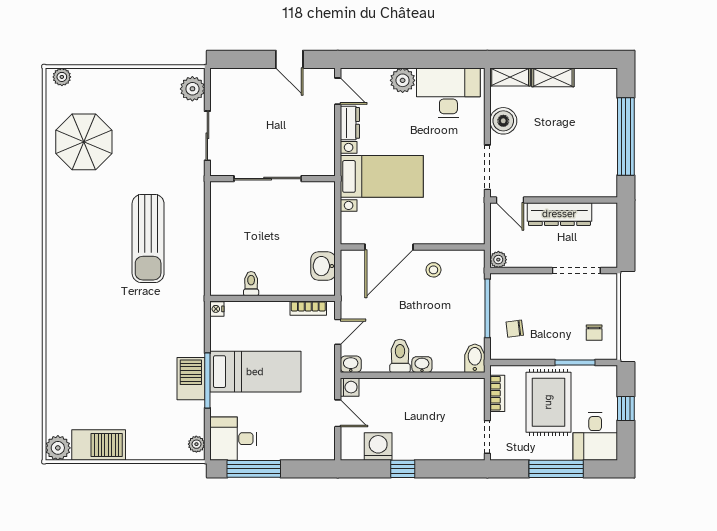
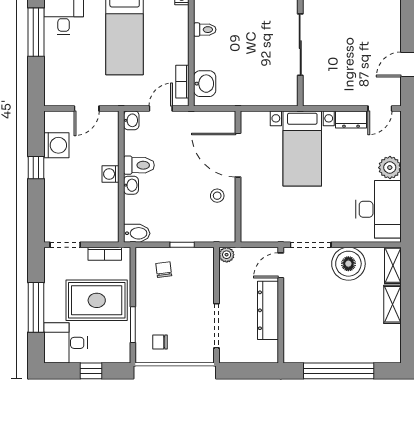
boiler: (503, 121) -> (348, 264), width x1.37, depth x1.37
washbasin: (323, 266) -> (205, 84), moved, turned 90
window: (487, 308) -> (182, 245), width x0.46
door: (338, 332) -> (161, 108), swing flipped
washing machine: (350, 387) -> (110, 174), moved, turned 90

